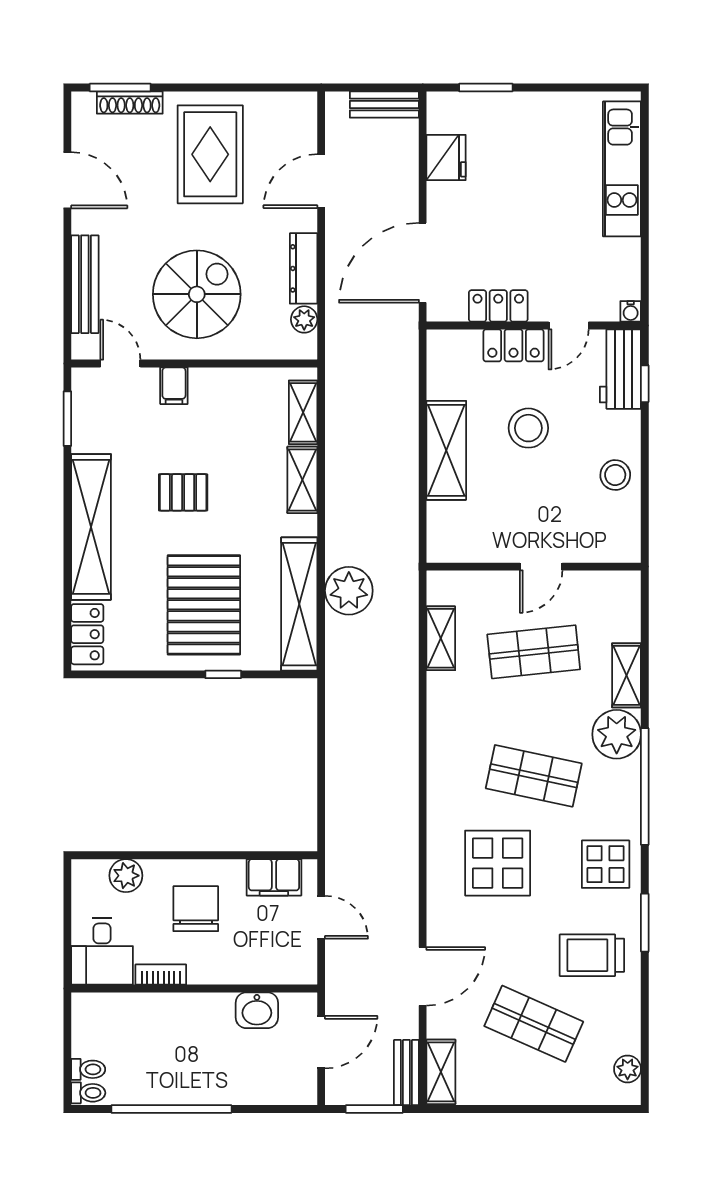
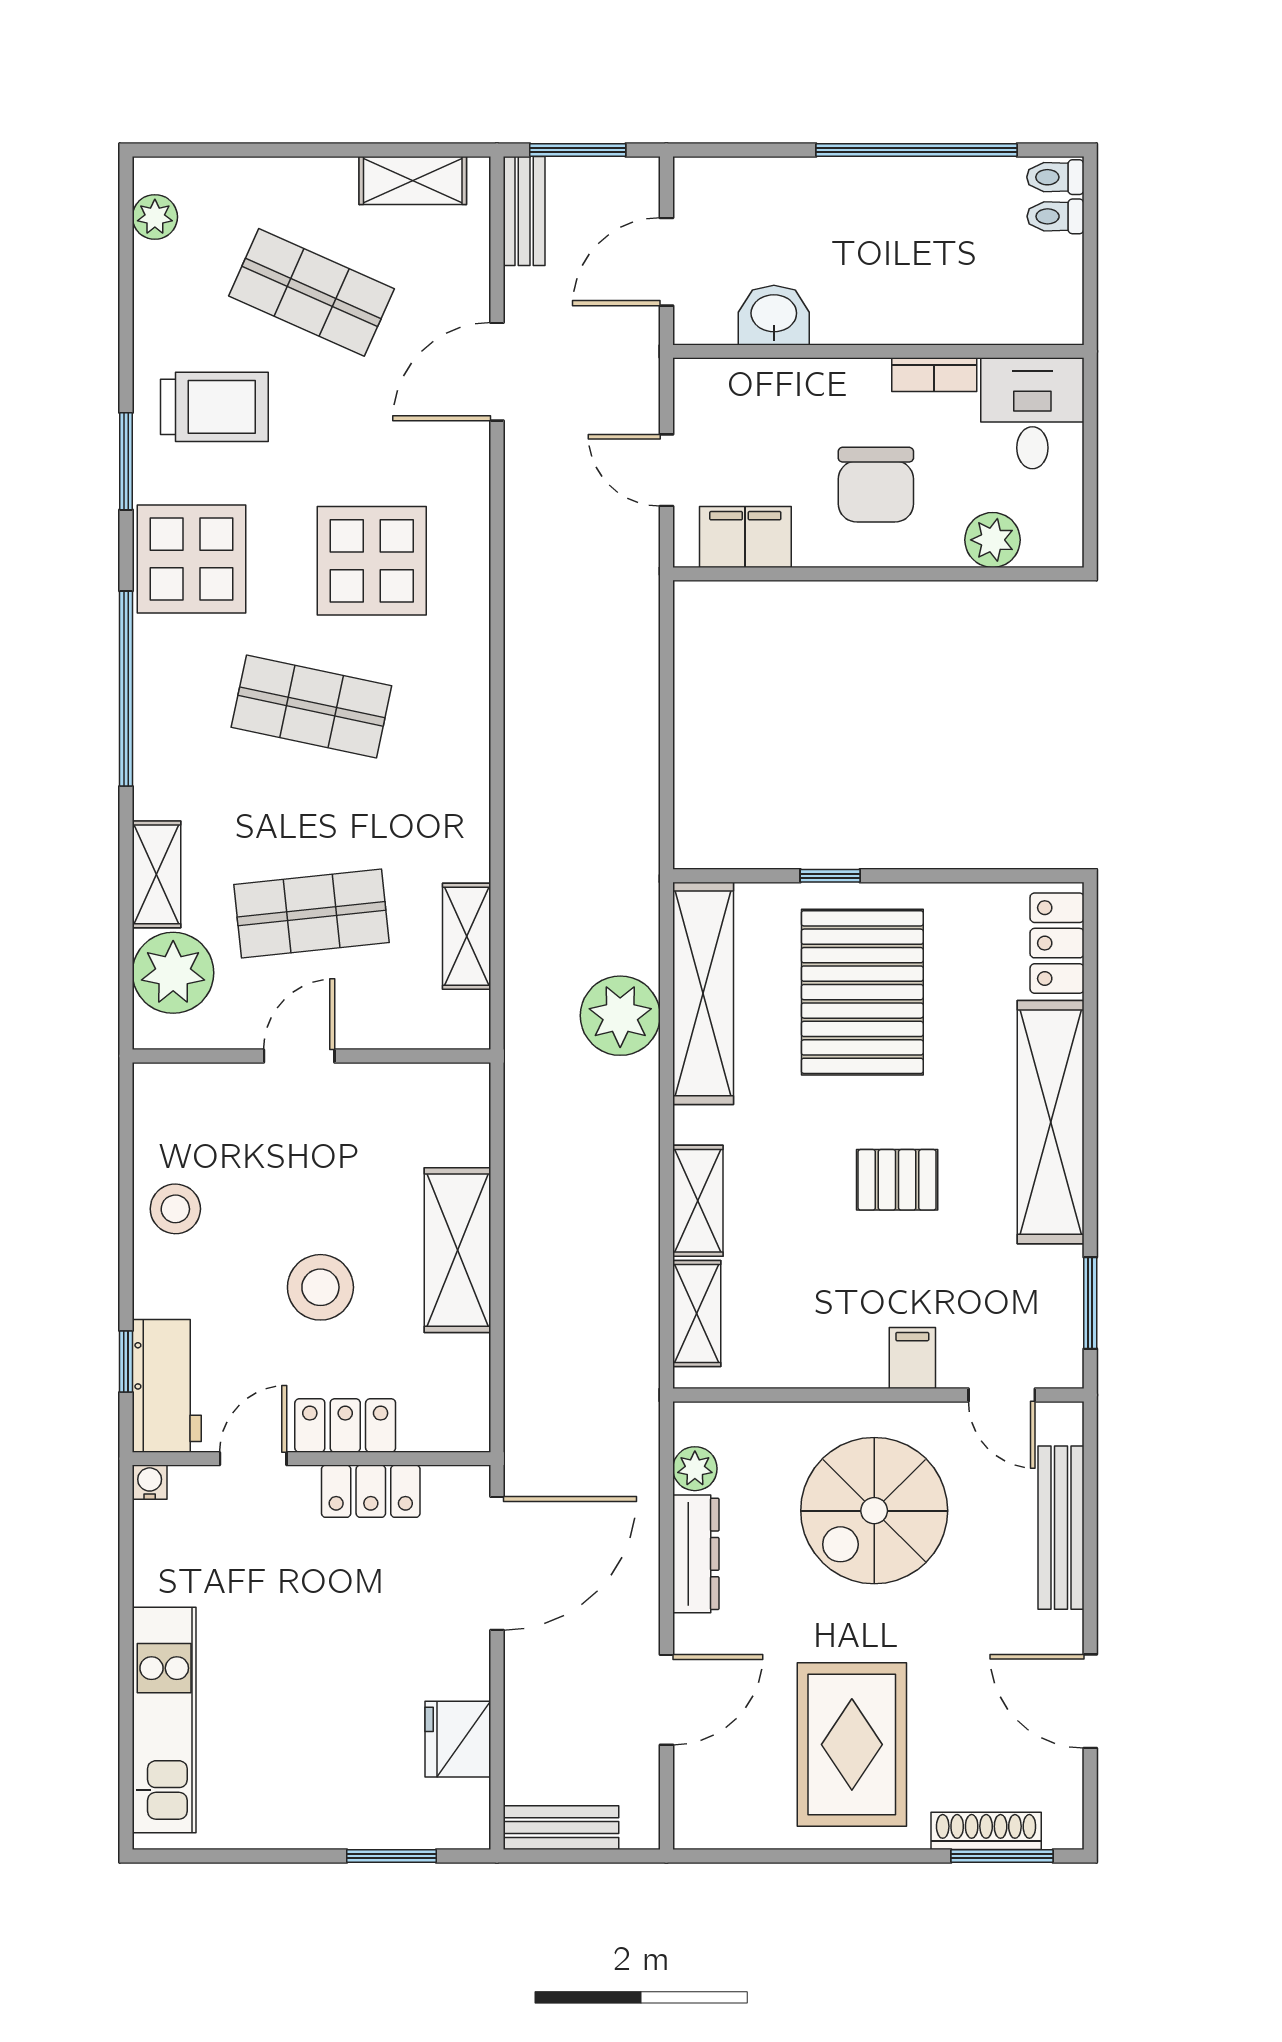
plant: (617, 734) -> (173, 973), moved
display table: (606, 864) -> (192, 559), width x1.36, depth x1.36
shelving: (441, 1072) -> (413, 181), moved, turned 90

